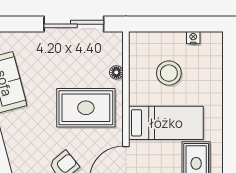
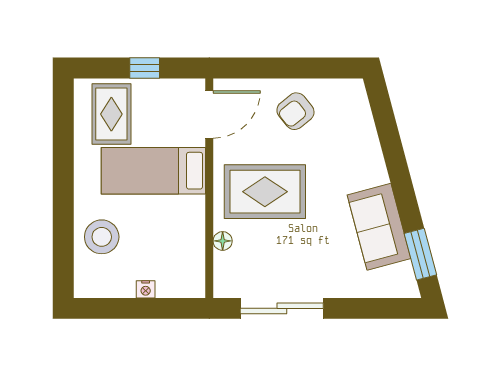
nightstand: (193, 38) -> (146, 289), moved
stool: (169, 73) -> (102, 237), moved

